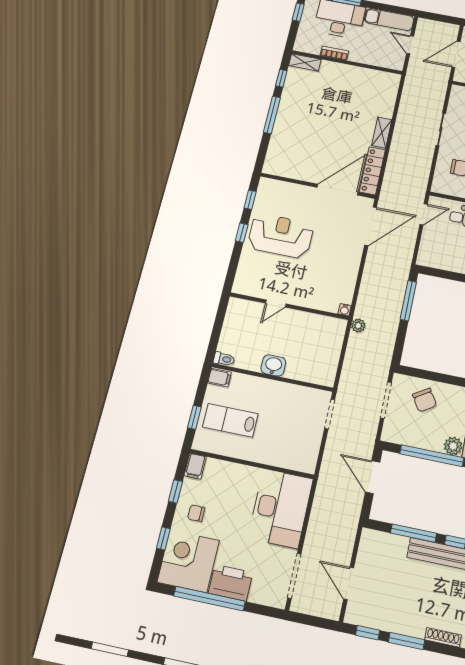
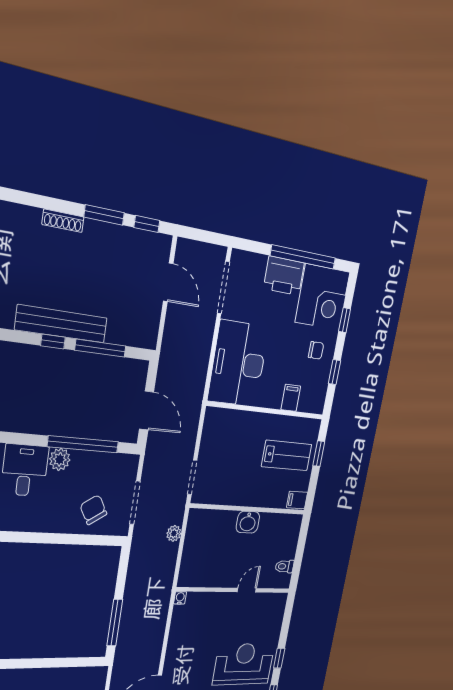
reception desk: (281, 236) -> (244, 664), turned 180
plant: (358, 326) -> (174, 533), moved
toilet: (224, 359) -> (285, 566), moved
filing cabinet: (195, 466) -> (291, 398), moved

